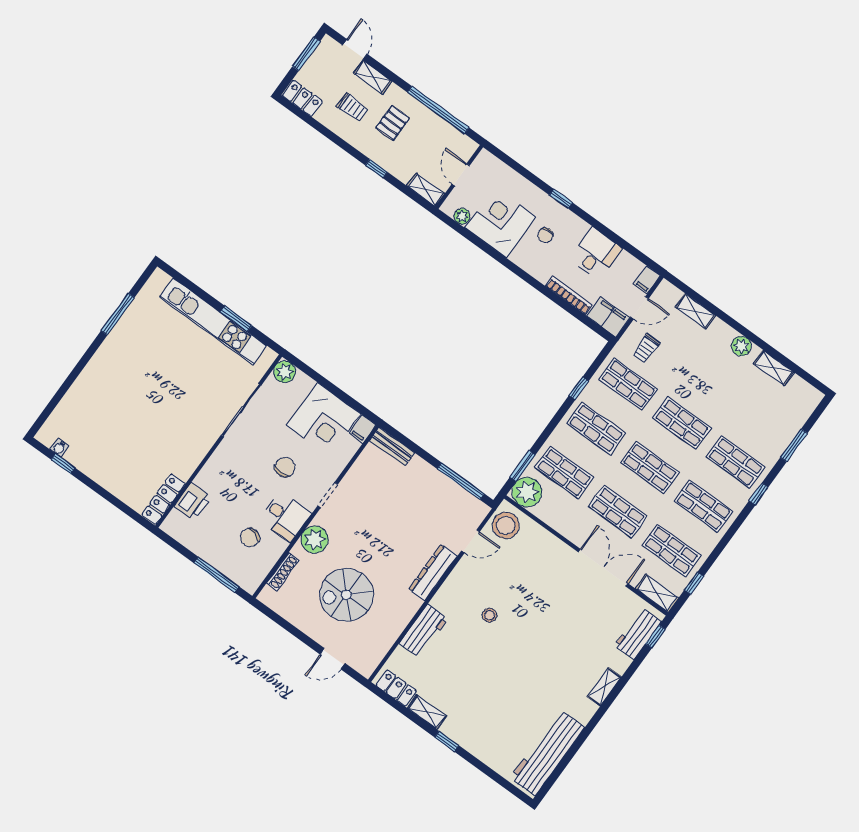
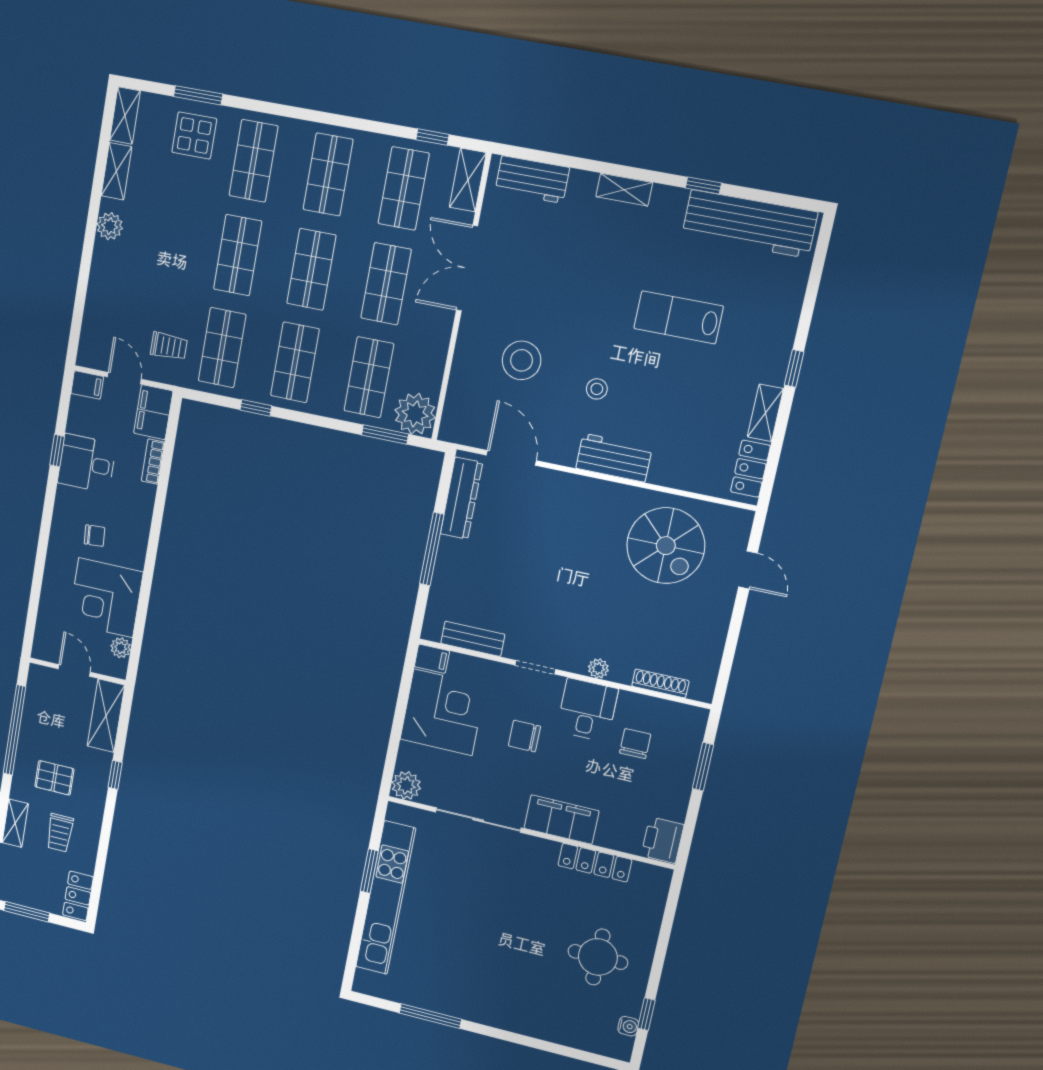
trolley: (352, 107) -> (60, 833), turned 180
door: (461, 175) -> (74, 670), swing flipped
shelving: (426, 190) -> (106, 716), width x1.50, depth x1.33
window: (561, 199) -> (57, 451), moved
bookcase: (569, 295) -> (153, 462), width x0.64
shelving: (695, 311) -> (125, 115), moved
display table: (770, 431) -> (194, 135), added
bench: (392, 447) -> (473, 639), moved, turned 90
round table: (115, 449) -> (598, 957), added
filing cabinet: (219, 466) -> (561, 820), added
window: (461, 481) -> (432, 549), moved
window: (759, 494) -> (280, 110), removed
locker: (164, 499) -> (595, 863), moved
printer: (192, 502) -> (662, 840), moved, turned -90
stool: (506, 525) -> (522, 360), moved
chair: (250, 538) -> (635, 744), turned -107
plant: (315, 540) -> (598, 668), width x0.53, depth x0.53
door: (471, 541) -> (511, 458), width x1.38
dresser: (433, 573) -> (461, 498), moved, turned -90
window: (216, 575) -> (703, 767), width x0.69
spiral stairs: (346, 595) -> (666, 546), moved
workbench: (423, 631) -> (614, 458), moved
window: (655, 637) -> (703, 186), moved
lab bench: (511, 685) -> (678, 317), added

